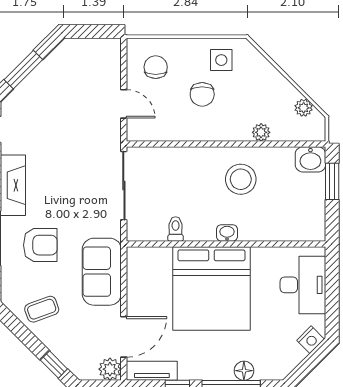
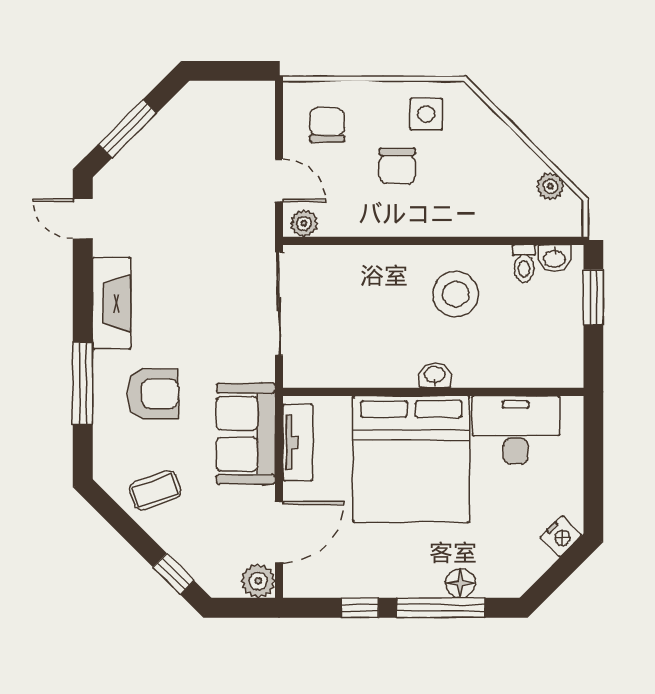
plant: (261, 132) -> (304, 223), moved
washbasin: (310, 159) -> (554, 258), width x0.72, depth x0.69
toilet: (176, 229) -> (524, 263), moved, turned 180
desk: (303, 285) -> (516, 430), moved, turned -90
tv unit: (152, 371) -> (298, 442), moved, turned 90

